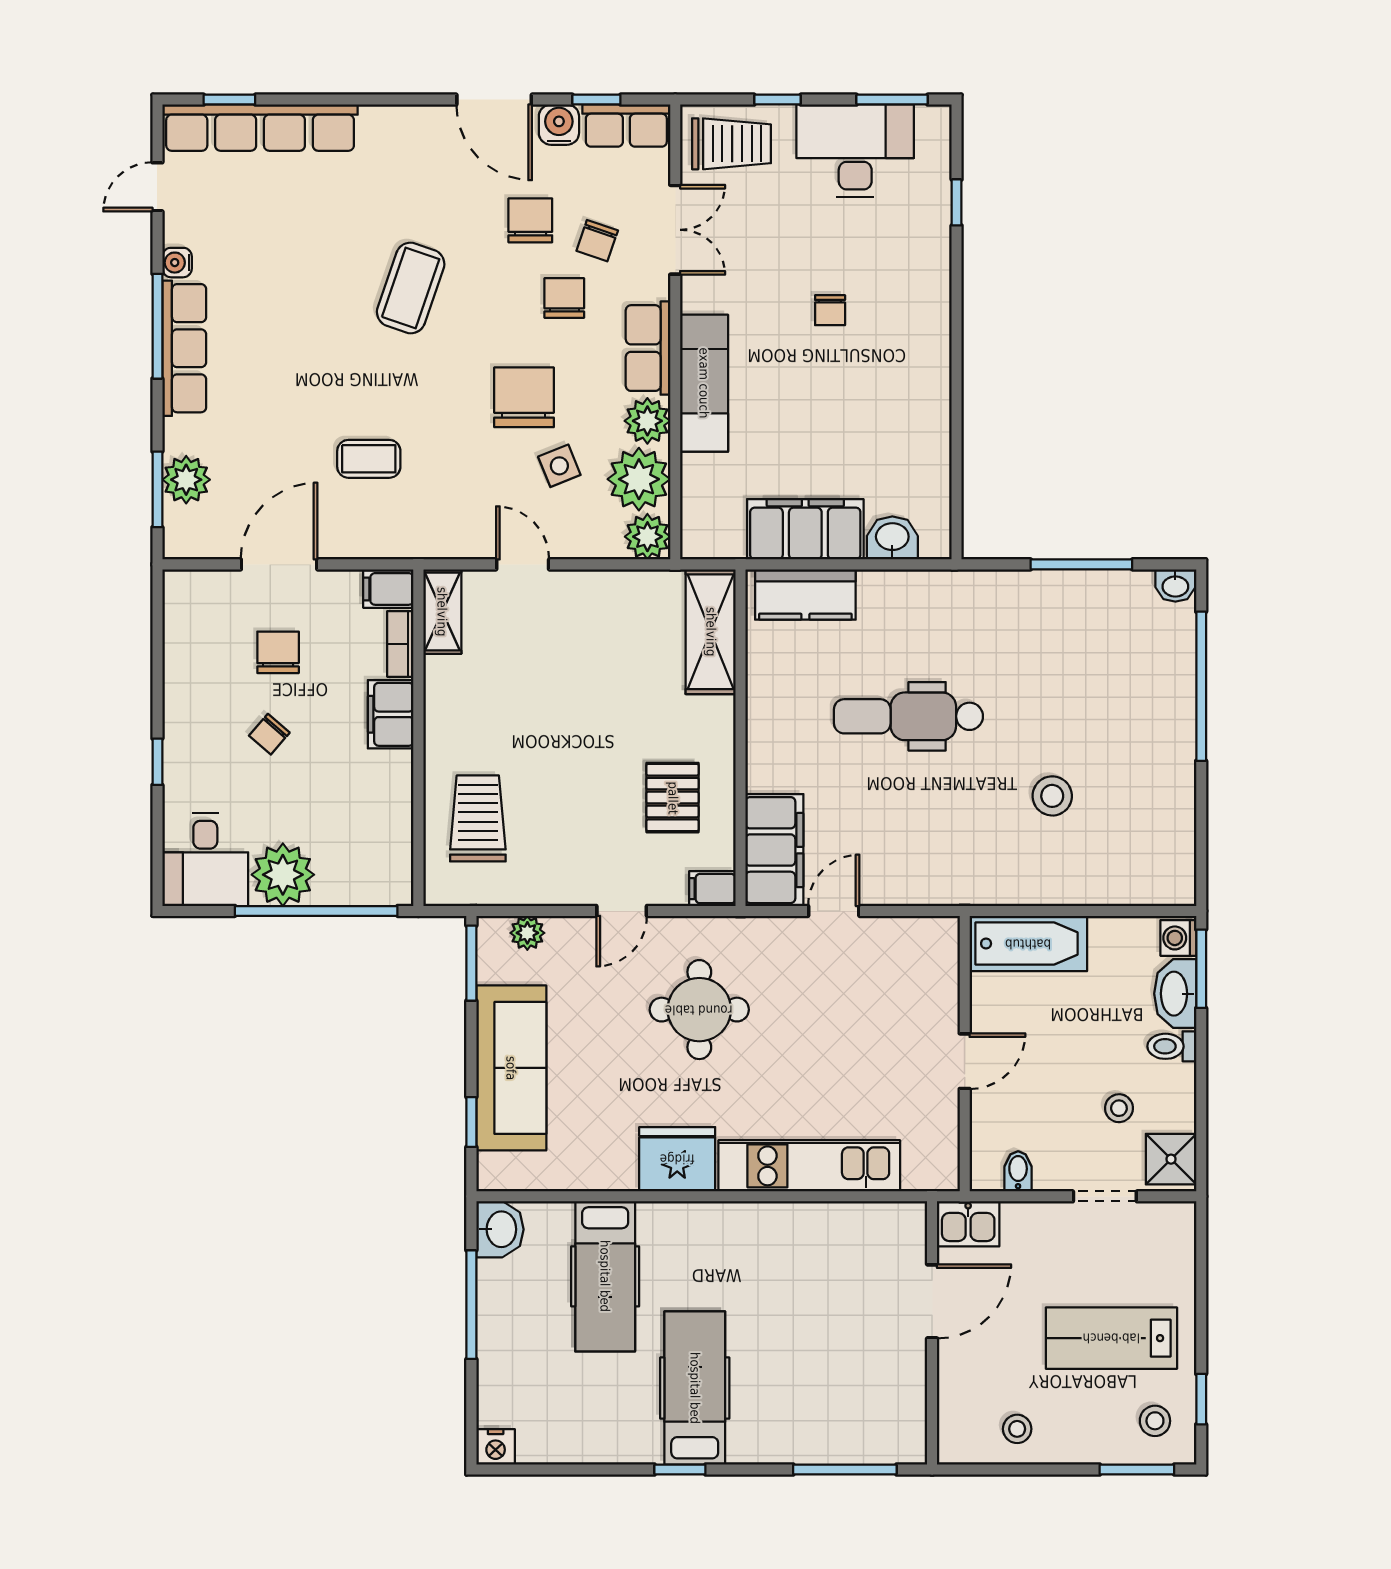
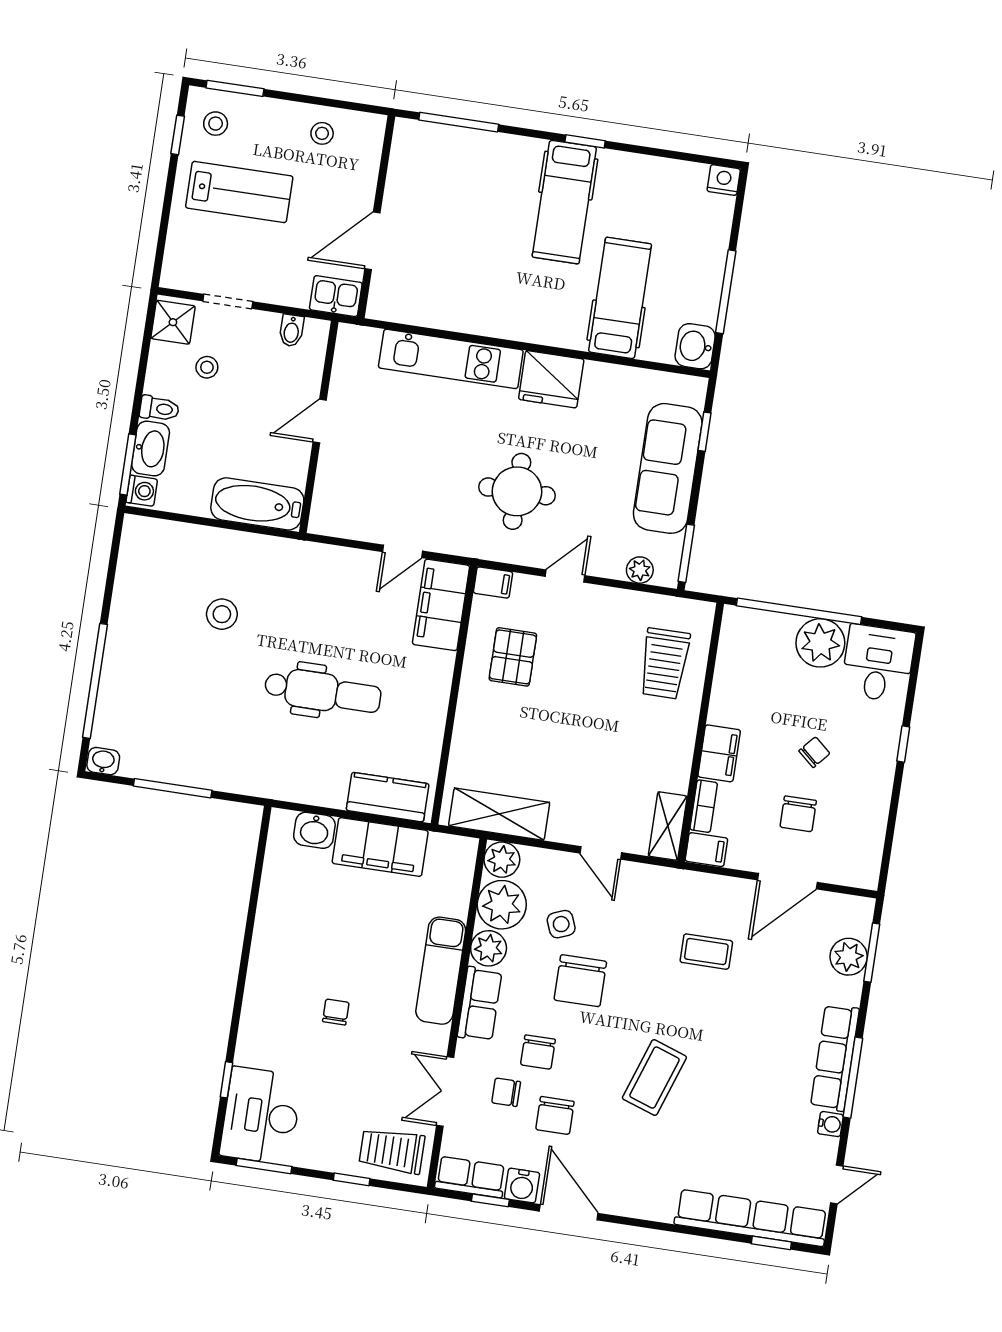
desk: (855, 151) -> (261, 1116), moved, turned 90
chair: (597, 241) -> (506, 1092), turned -109
shelving: (711, 632) -> (499, 814), moved, turned 90

